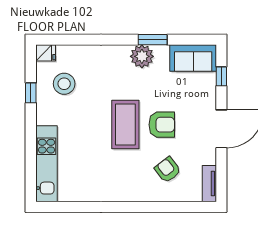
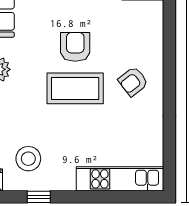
armchair: (168, 170) -> (133, 81), moved

